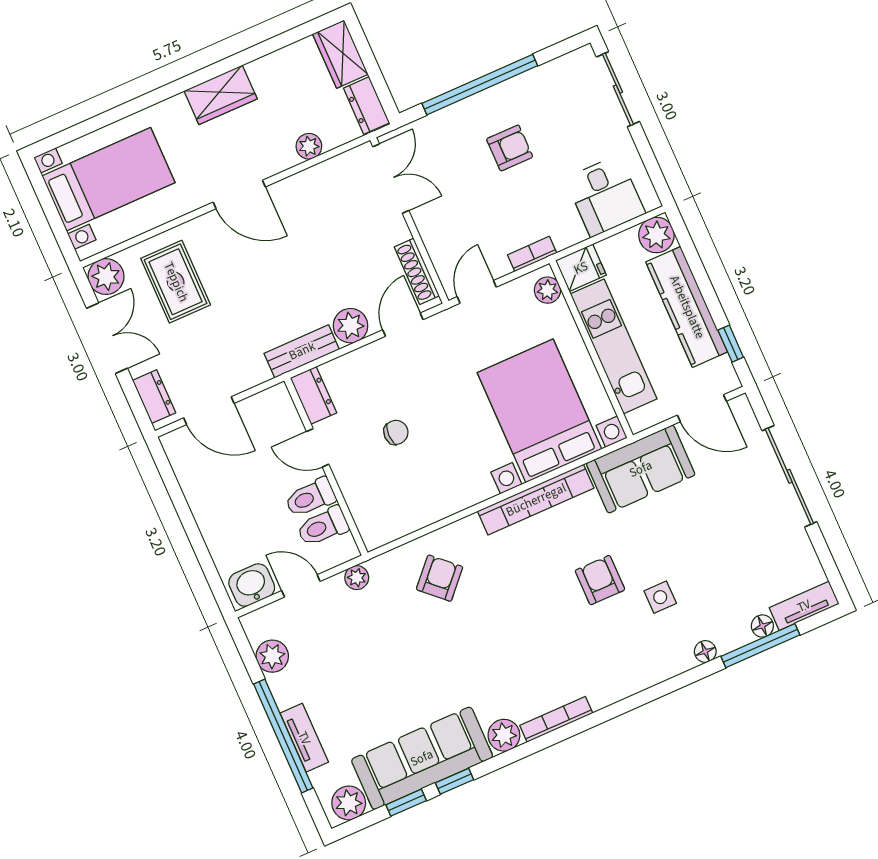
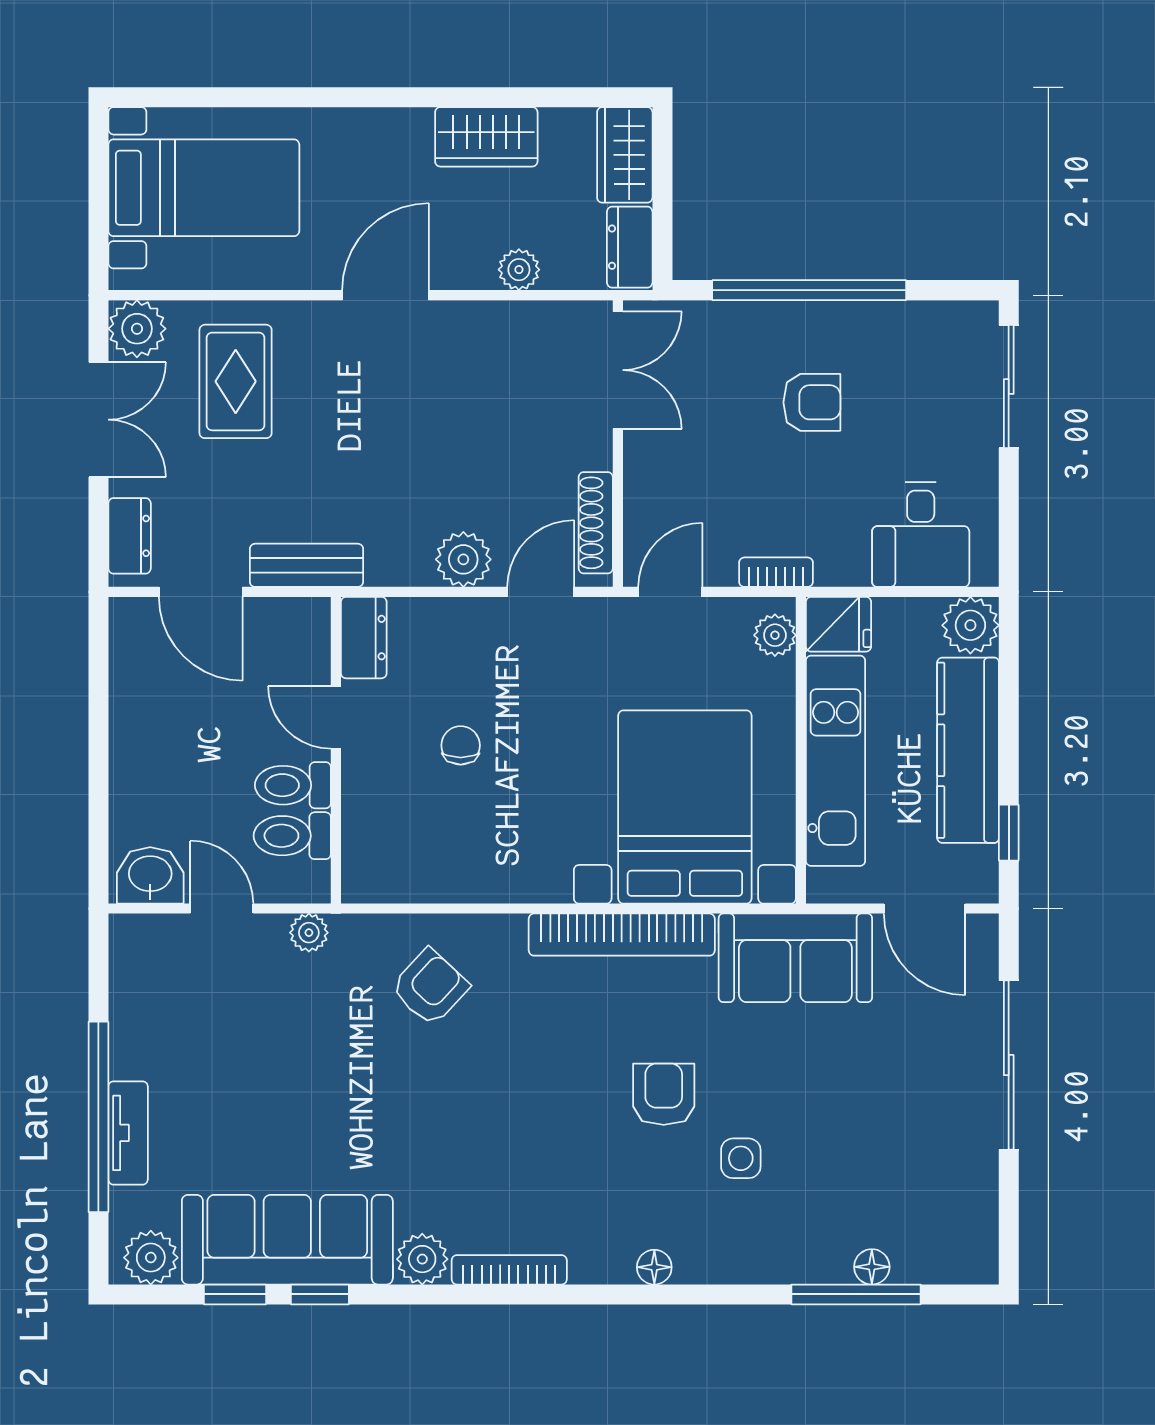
wardrobe: (221, 95) -> (486, 137), moved
door: (239, 195) -> (386, 295), swing flipped
bench: (302, 351) -> (306, 565), moved
chair: (396, 432) -> (461, 745), turned -90
tv unit: (804, 606) -> (946, 1264), removed
floor lamp: (705, 652) -> (654, 1267), moved
plant: (272, 656) -> (134, 993), removed

